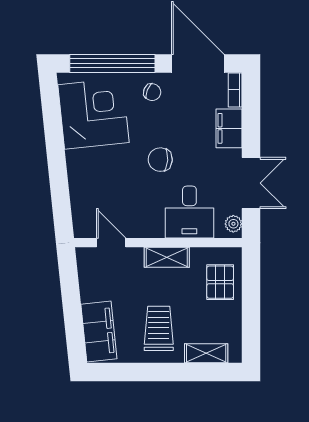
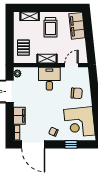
window: (112, 63) -> (71, 144), width x0.32
chair: (160, 160) -> (77, 93), moved
desk: (189, 212) -> (49, 79), moved
door: (111, 243) -> (72, 65), swing flipped

